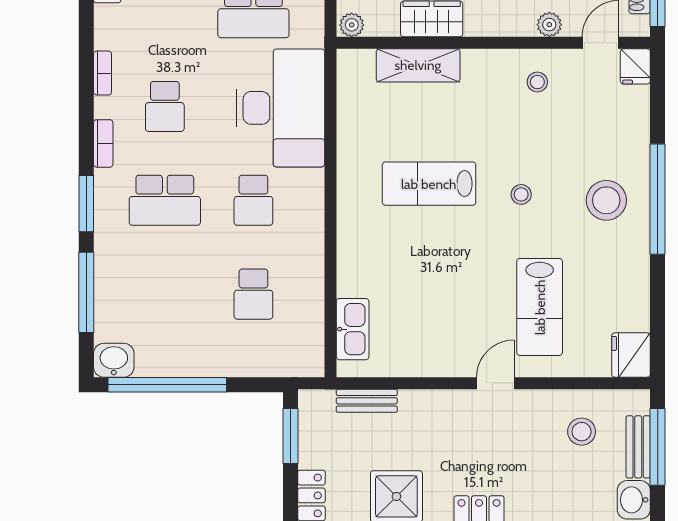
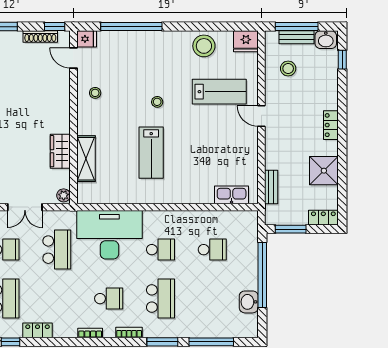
plant: (549, 25) -> (63, 86), removed
window: (658, 199) -> (131, 27), moved
stool: (606, 200) -> (204, 46), moved
washbasin: (114, 360) -> (249, 302), moved
window: (167, 385) -> (262, 275), moved

